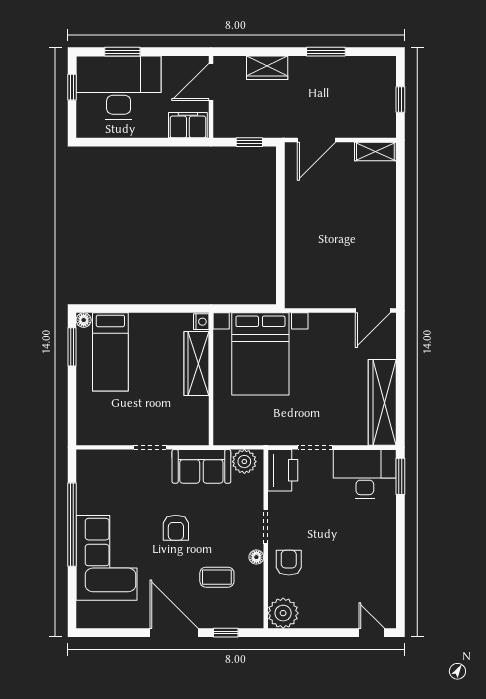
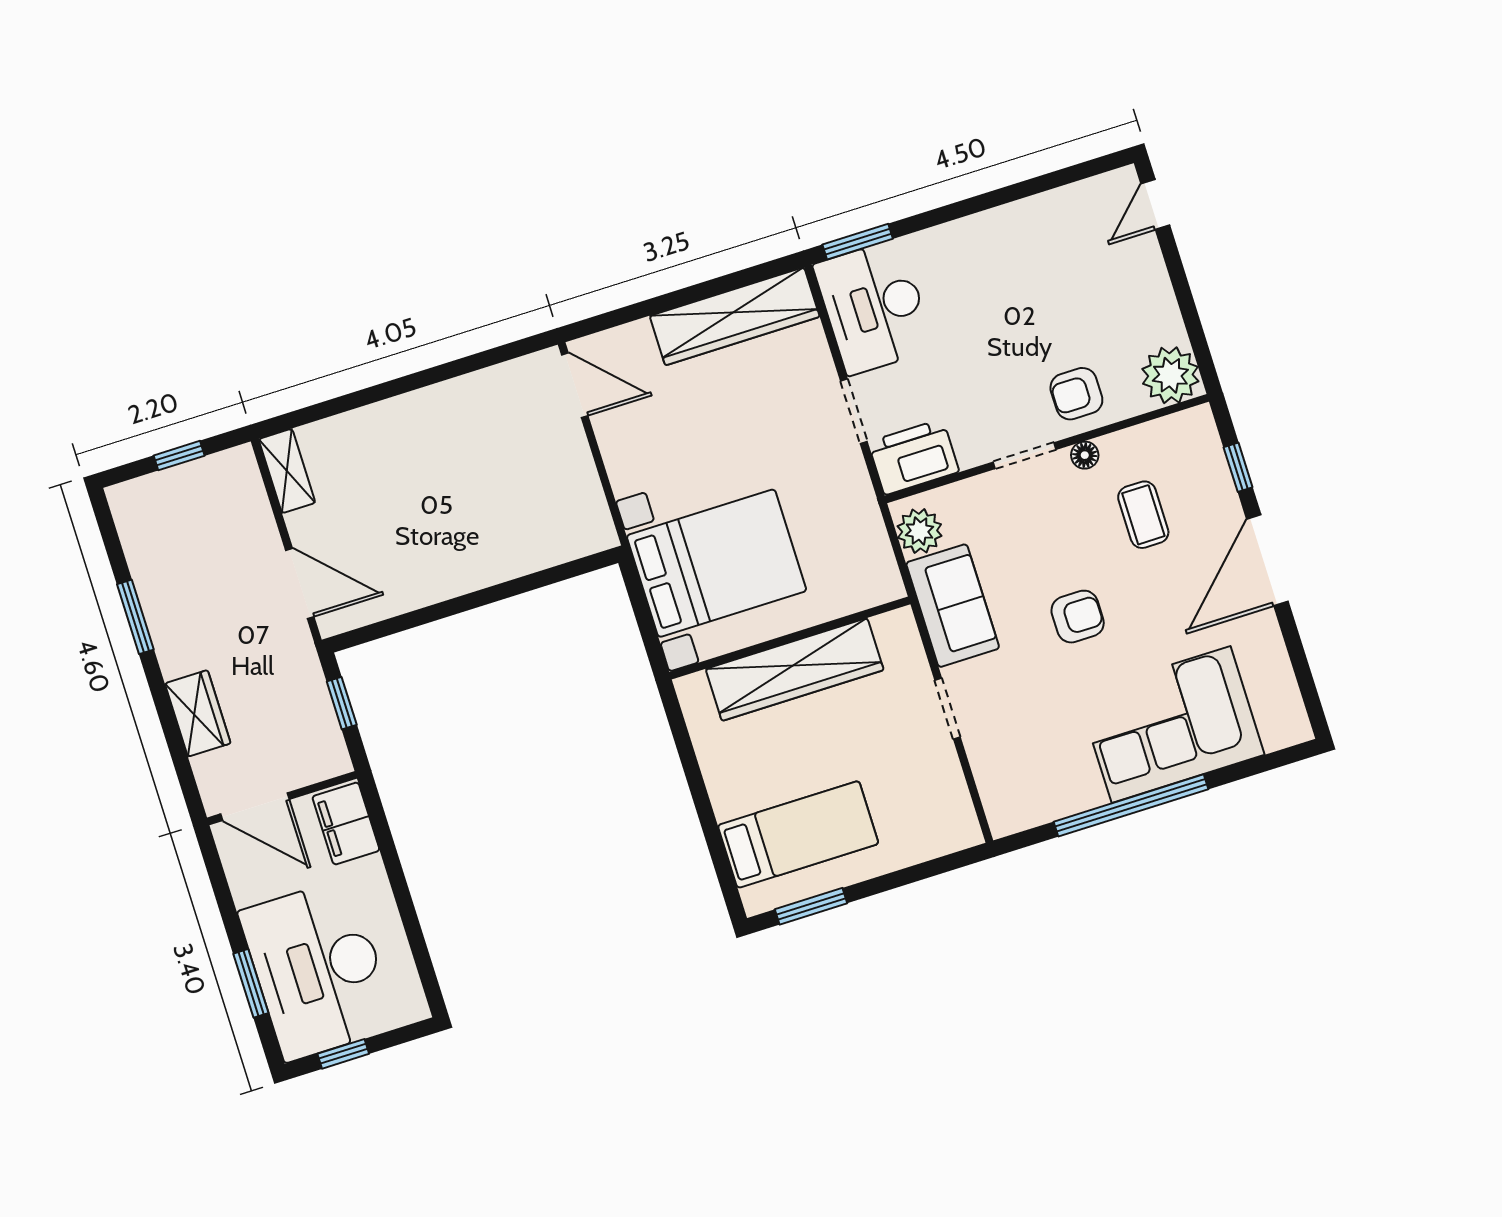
floor lamp: (84, 320) -> (756, 901), removed
nightstand: (201, 322) -> (692, 688), removed
wardrobe: (196, 364) -> (795, 669), width x1.40, depth x1.17

